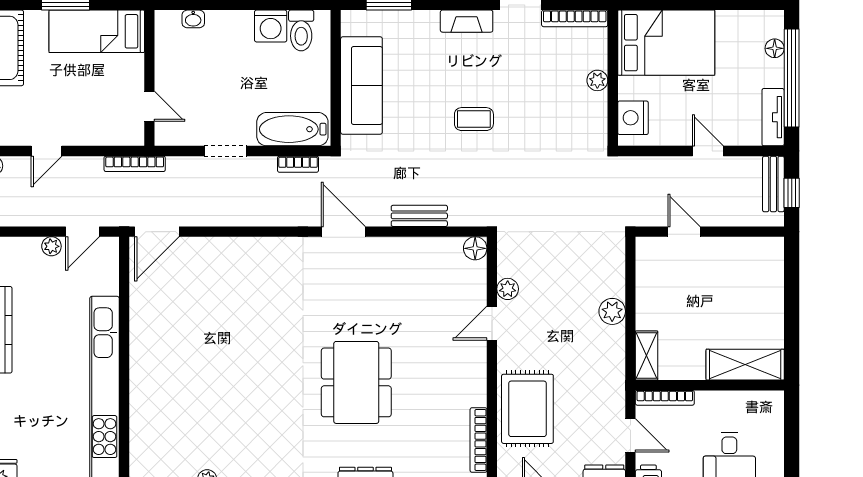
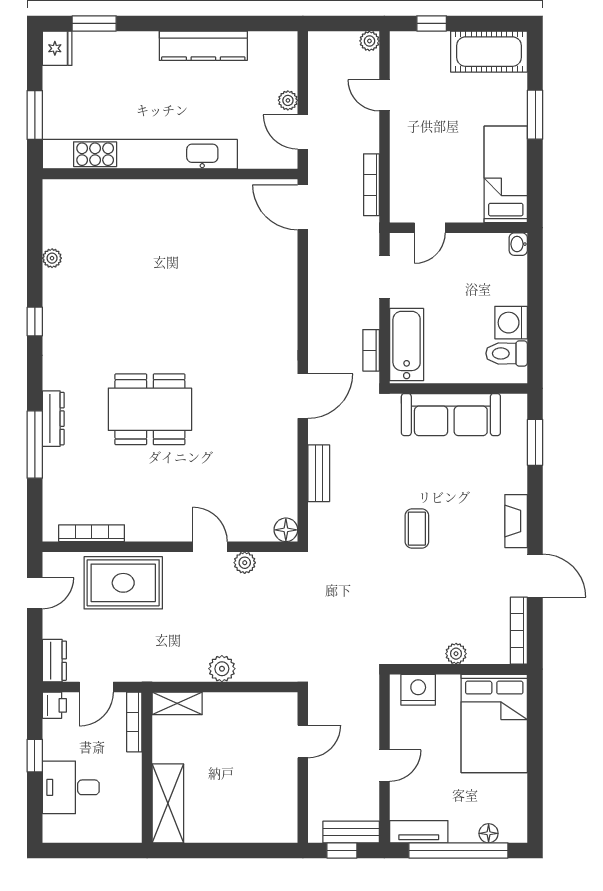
bed: (97, 31) -> (506, 174), moved
wall: (149, 78) -> (458, 228), moved
door: (149, 106) -> (430, 228), moved

